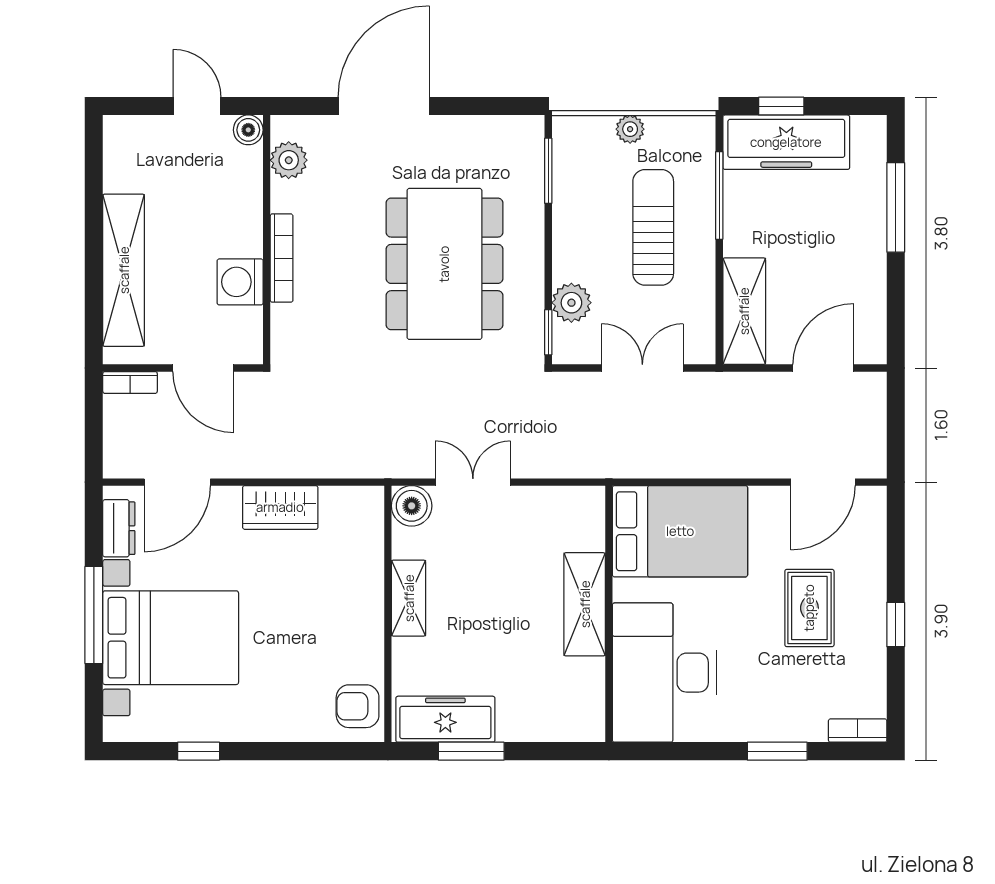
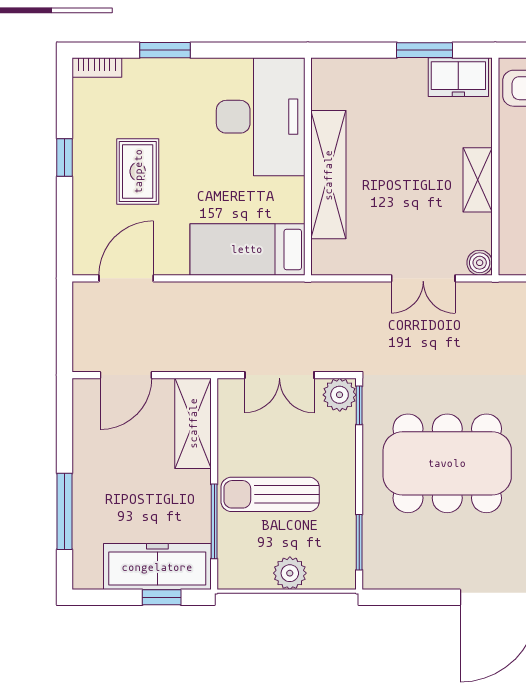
plant: (630, 129) -> (290, 573), width x1.38, depth x1.38
sun lounger: (653, 227) -> (270, 494), turned 90
dining table: (444, 264) -> (447, 463), turned 90
plant: (571, 303) -> (340, 395), moved
boiler: (412, 506) -> (480, 263), width x0.73, depth x0.73
bed: (680, 531) -> (247, 249), width x0.67
shelving: (585, 604) -> (328, 175), width x1.47
freezer: (445, 719) -> (458, 77), width x0.71

